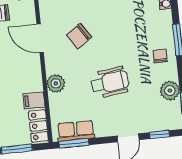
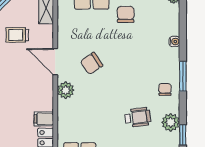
wheelchair: (110, 82) -> (138, 117), moved, width x0.73, depth x0.73
plant: (56, 83) -> (66, 90), moved

